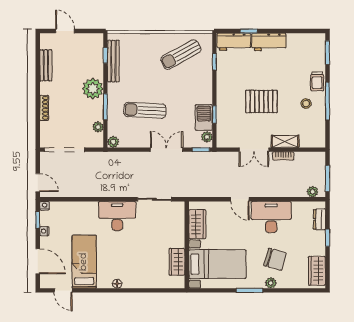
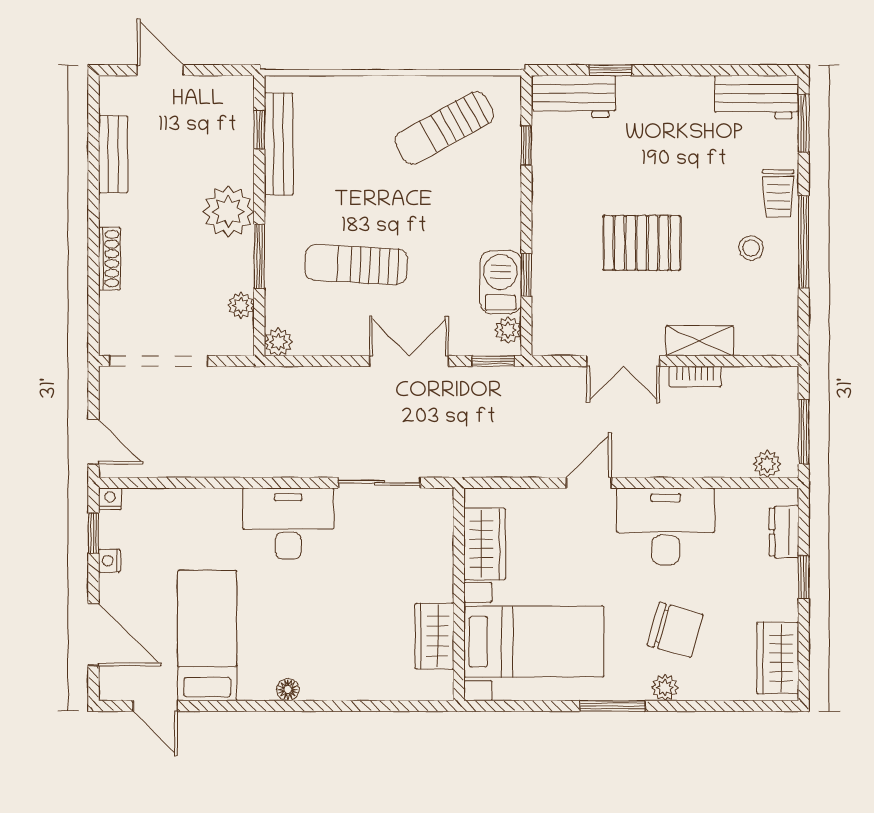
workbench: (269, 42) -> (757, 97), moved
door: (240, 199) -> (589, 483), swing flipped

